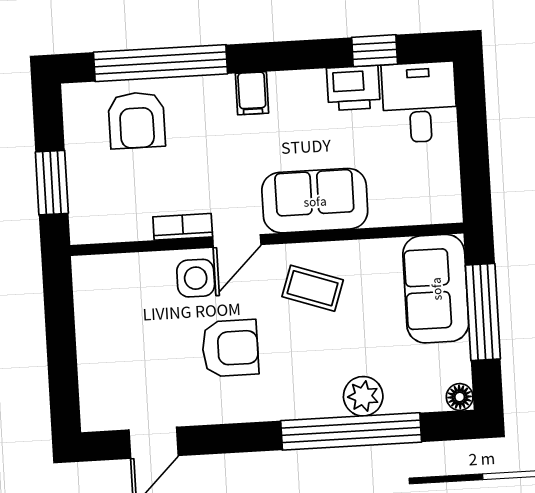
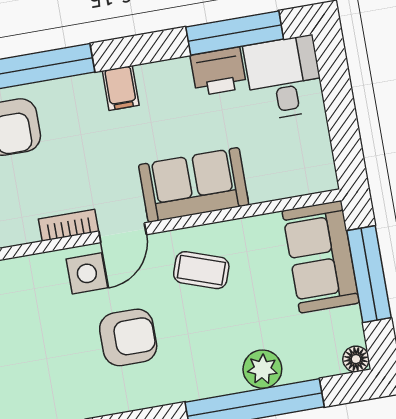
window: (375, 51) -> (235, 33), width x2.17

